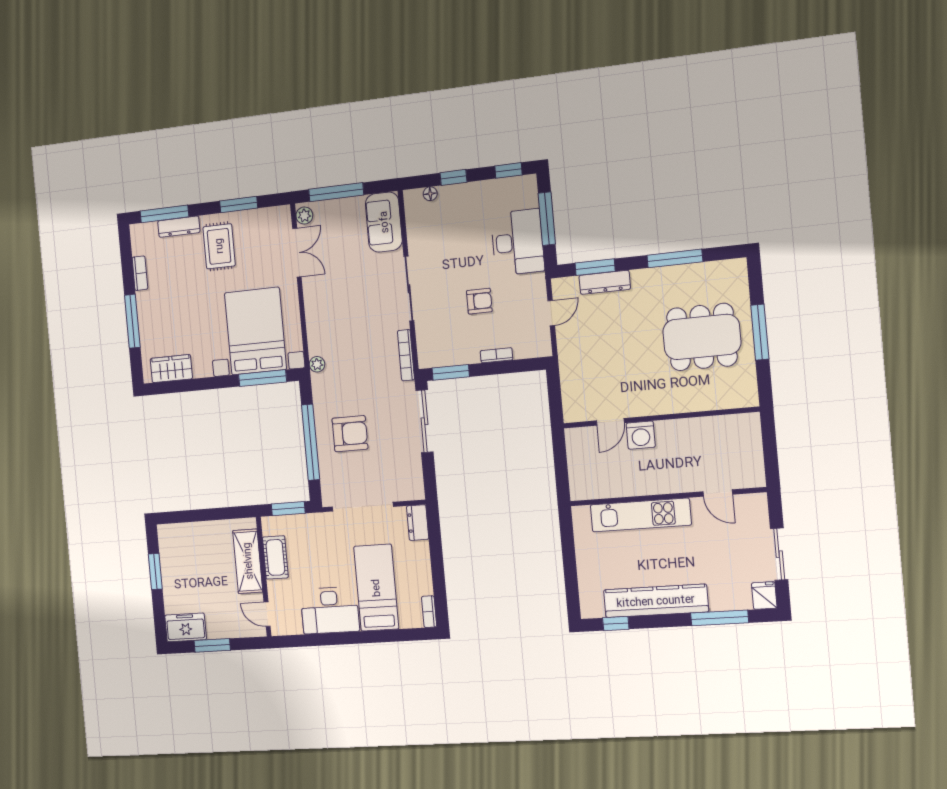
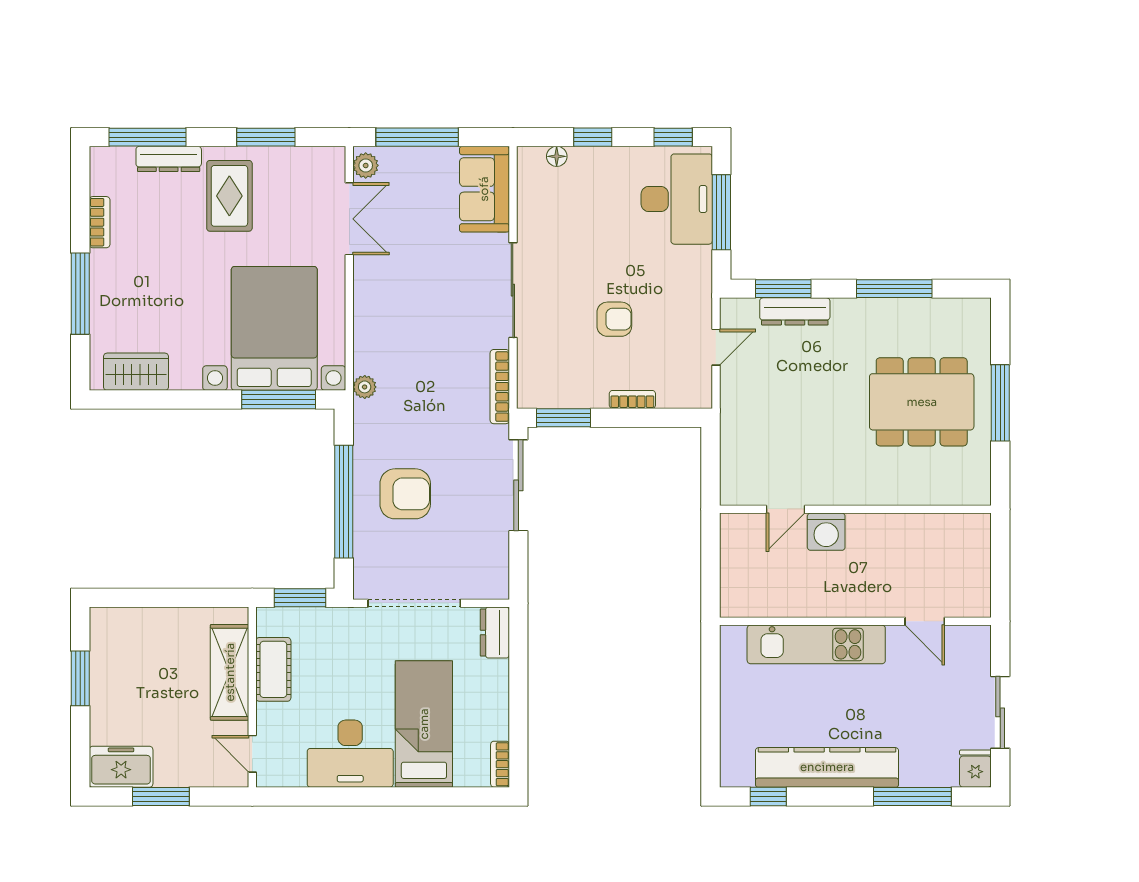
desk: (517, 242) -> (677, 199), moved

